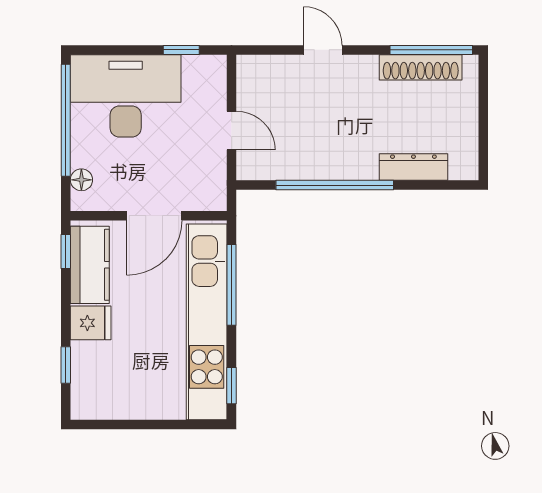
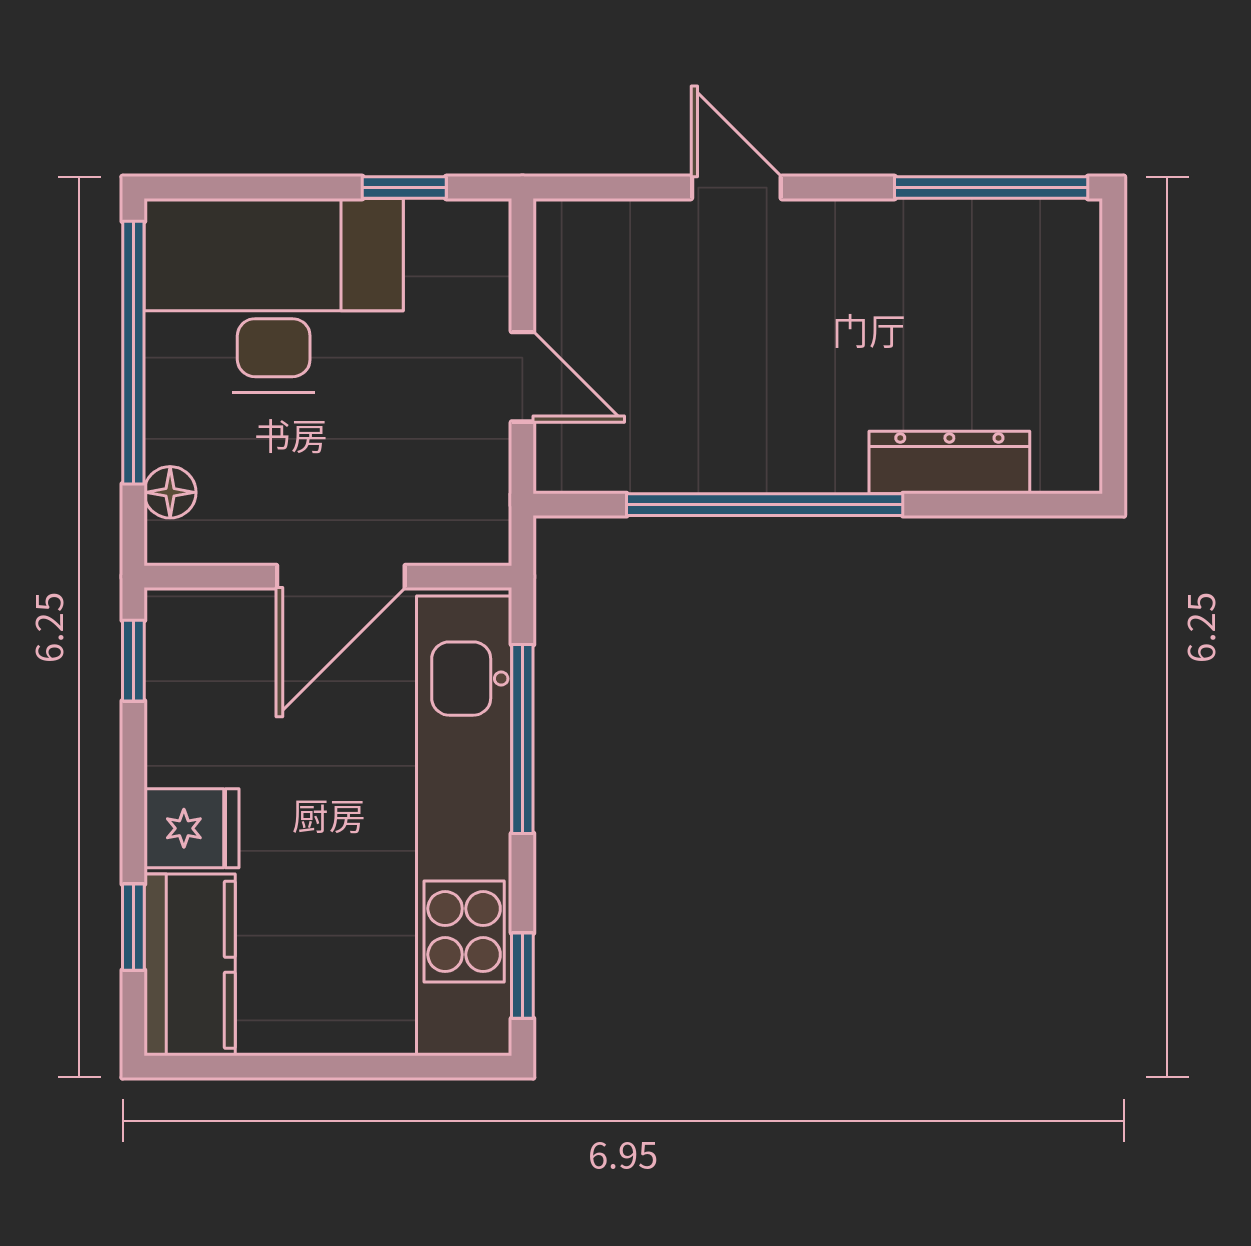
shoe rack: (421, 67) -> (966, 228), removed
kitchen counter: (90, 265) -> (190, 965), moved

